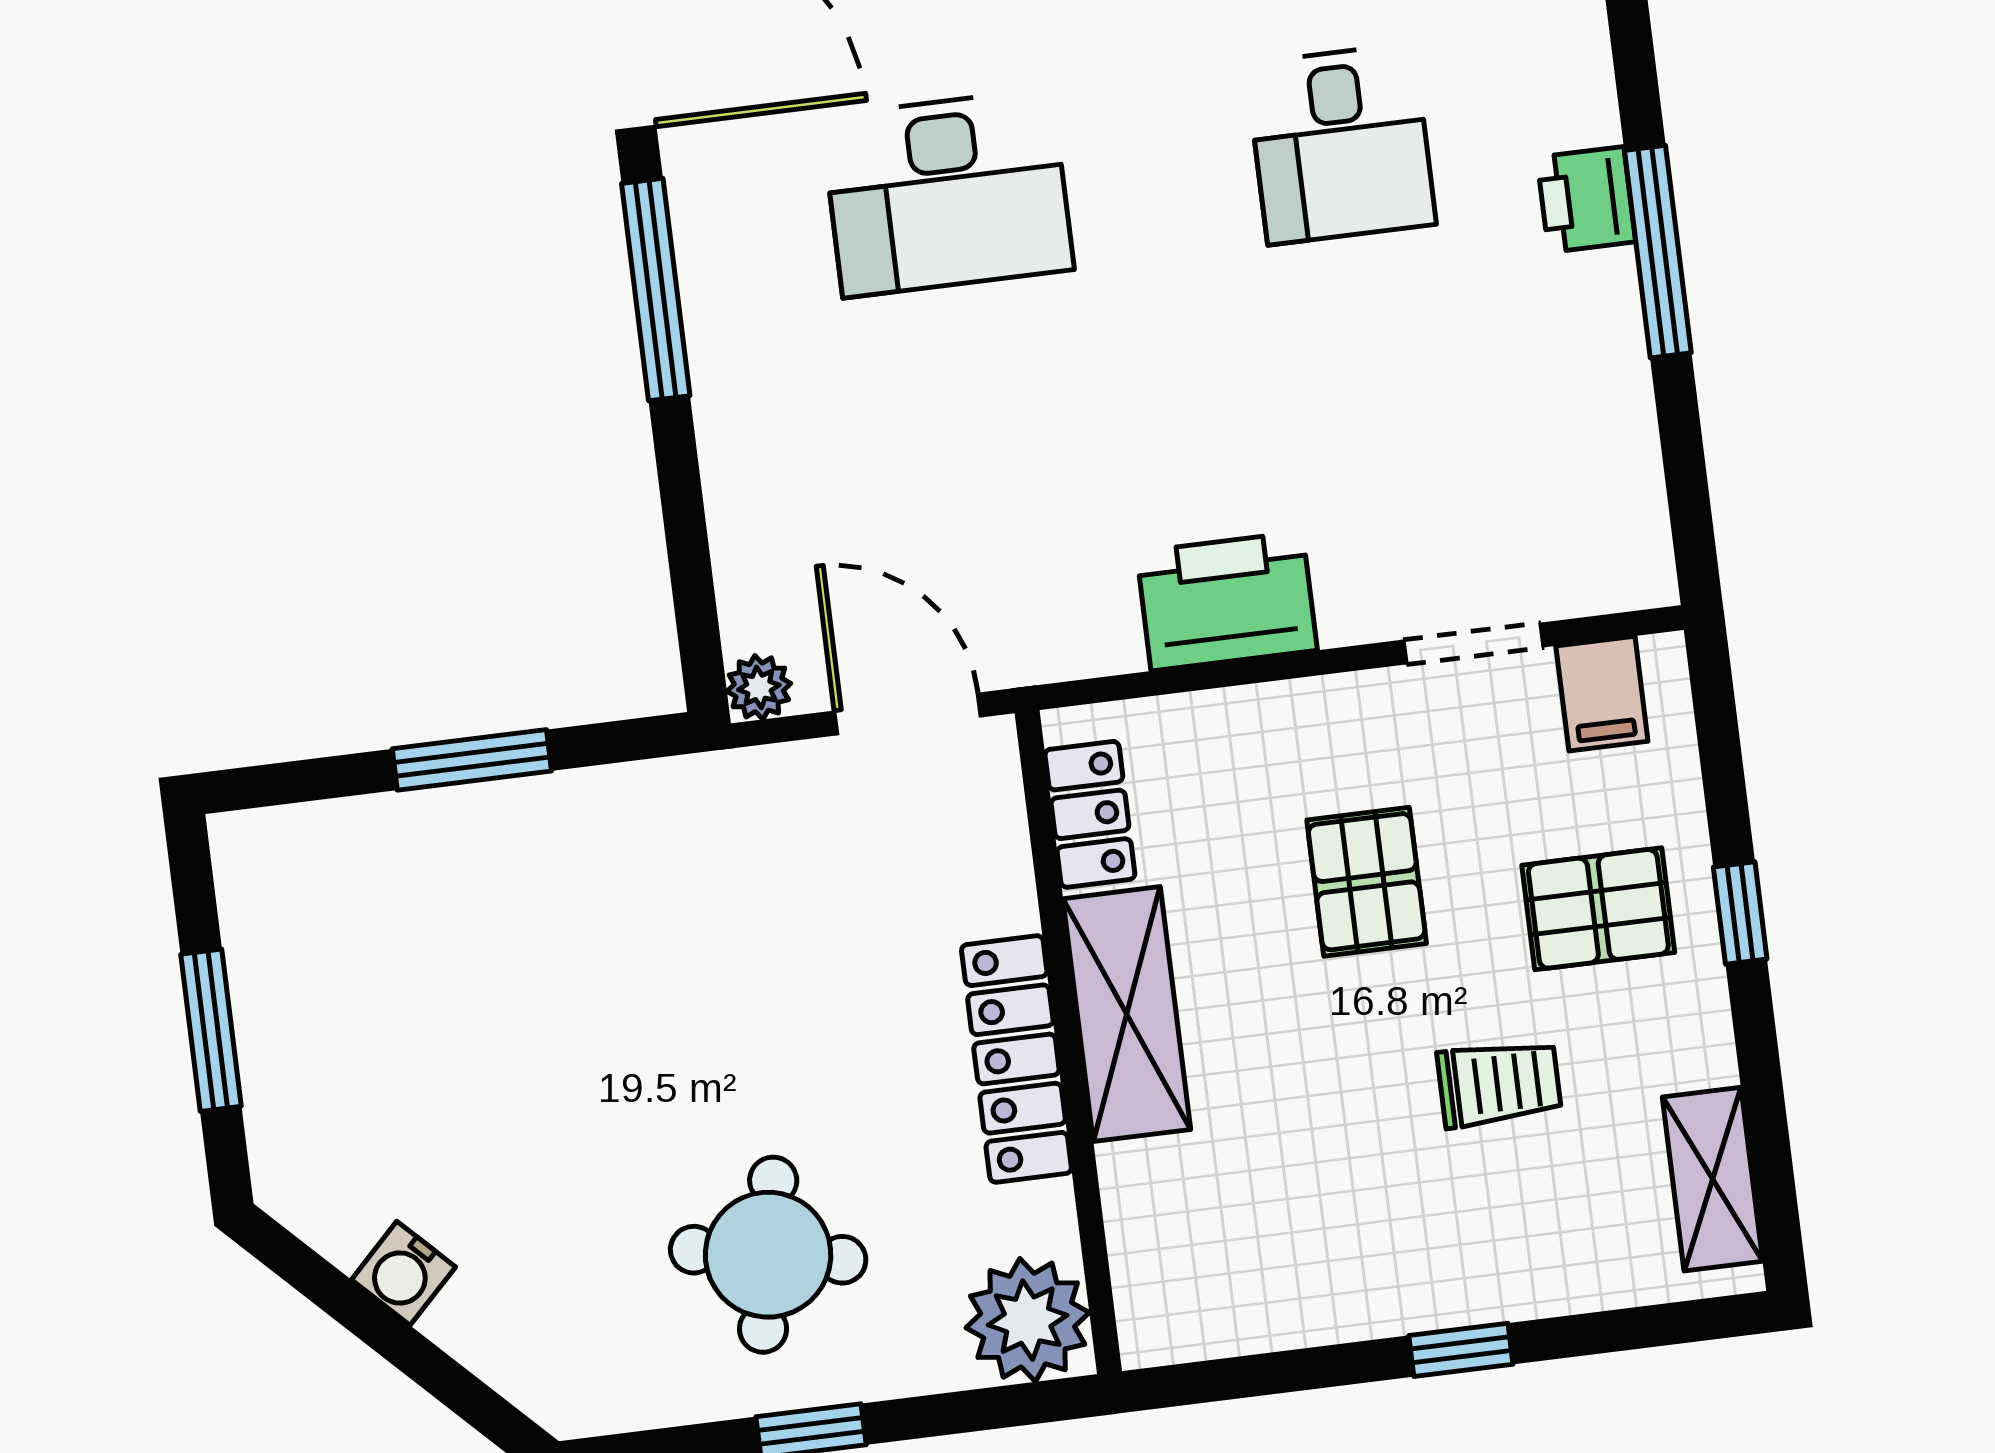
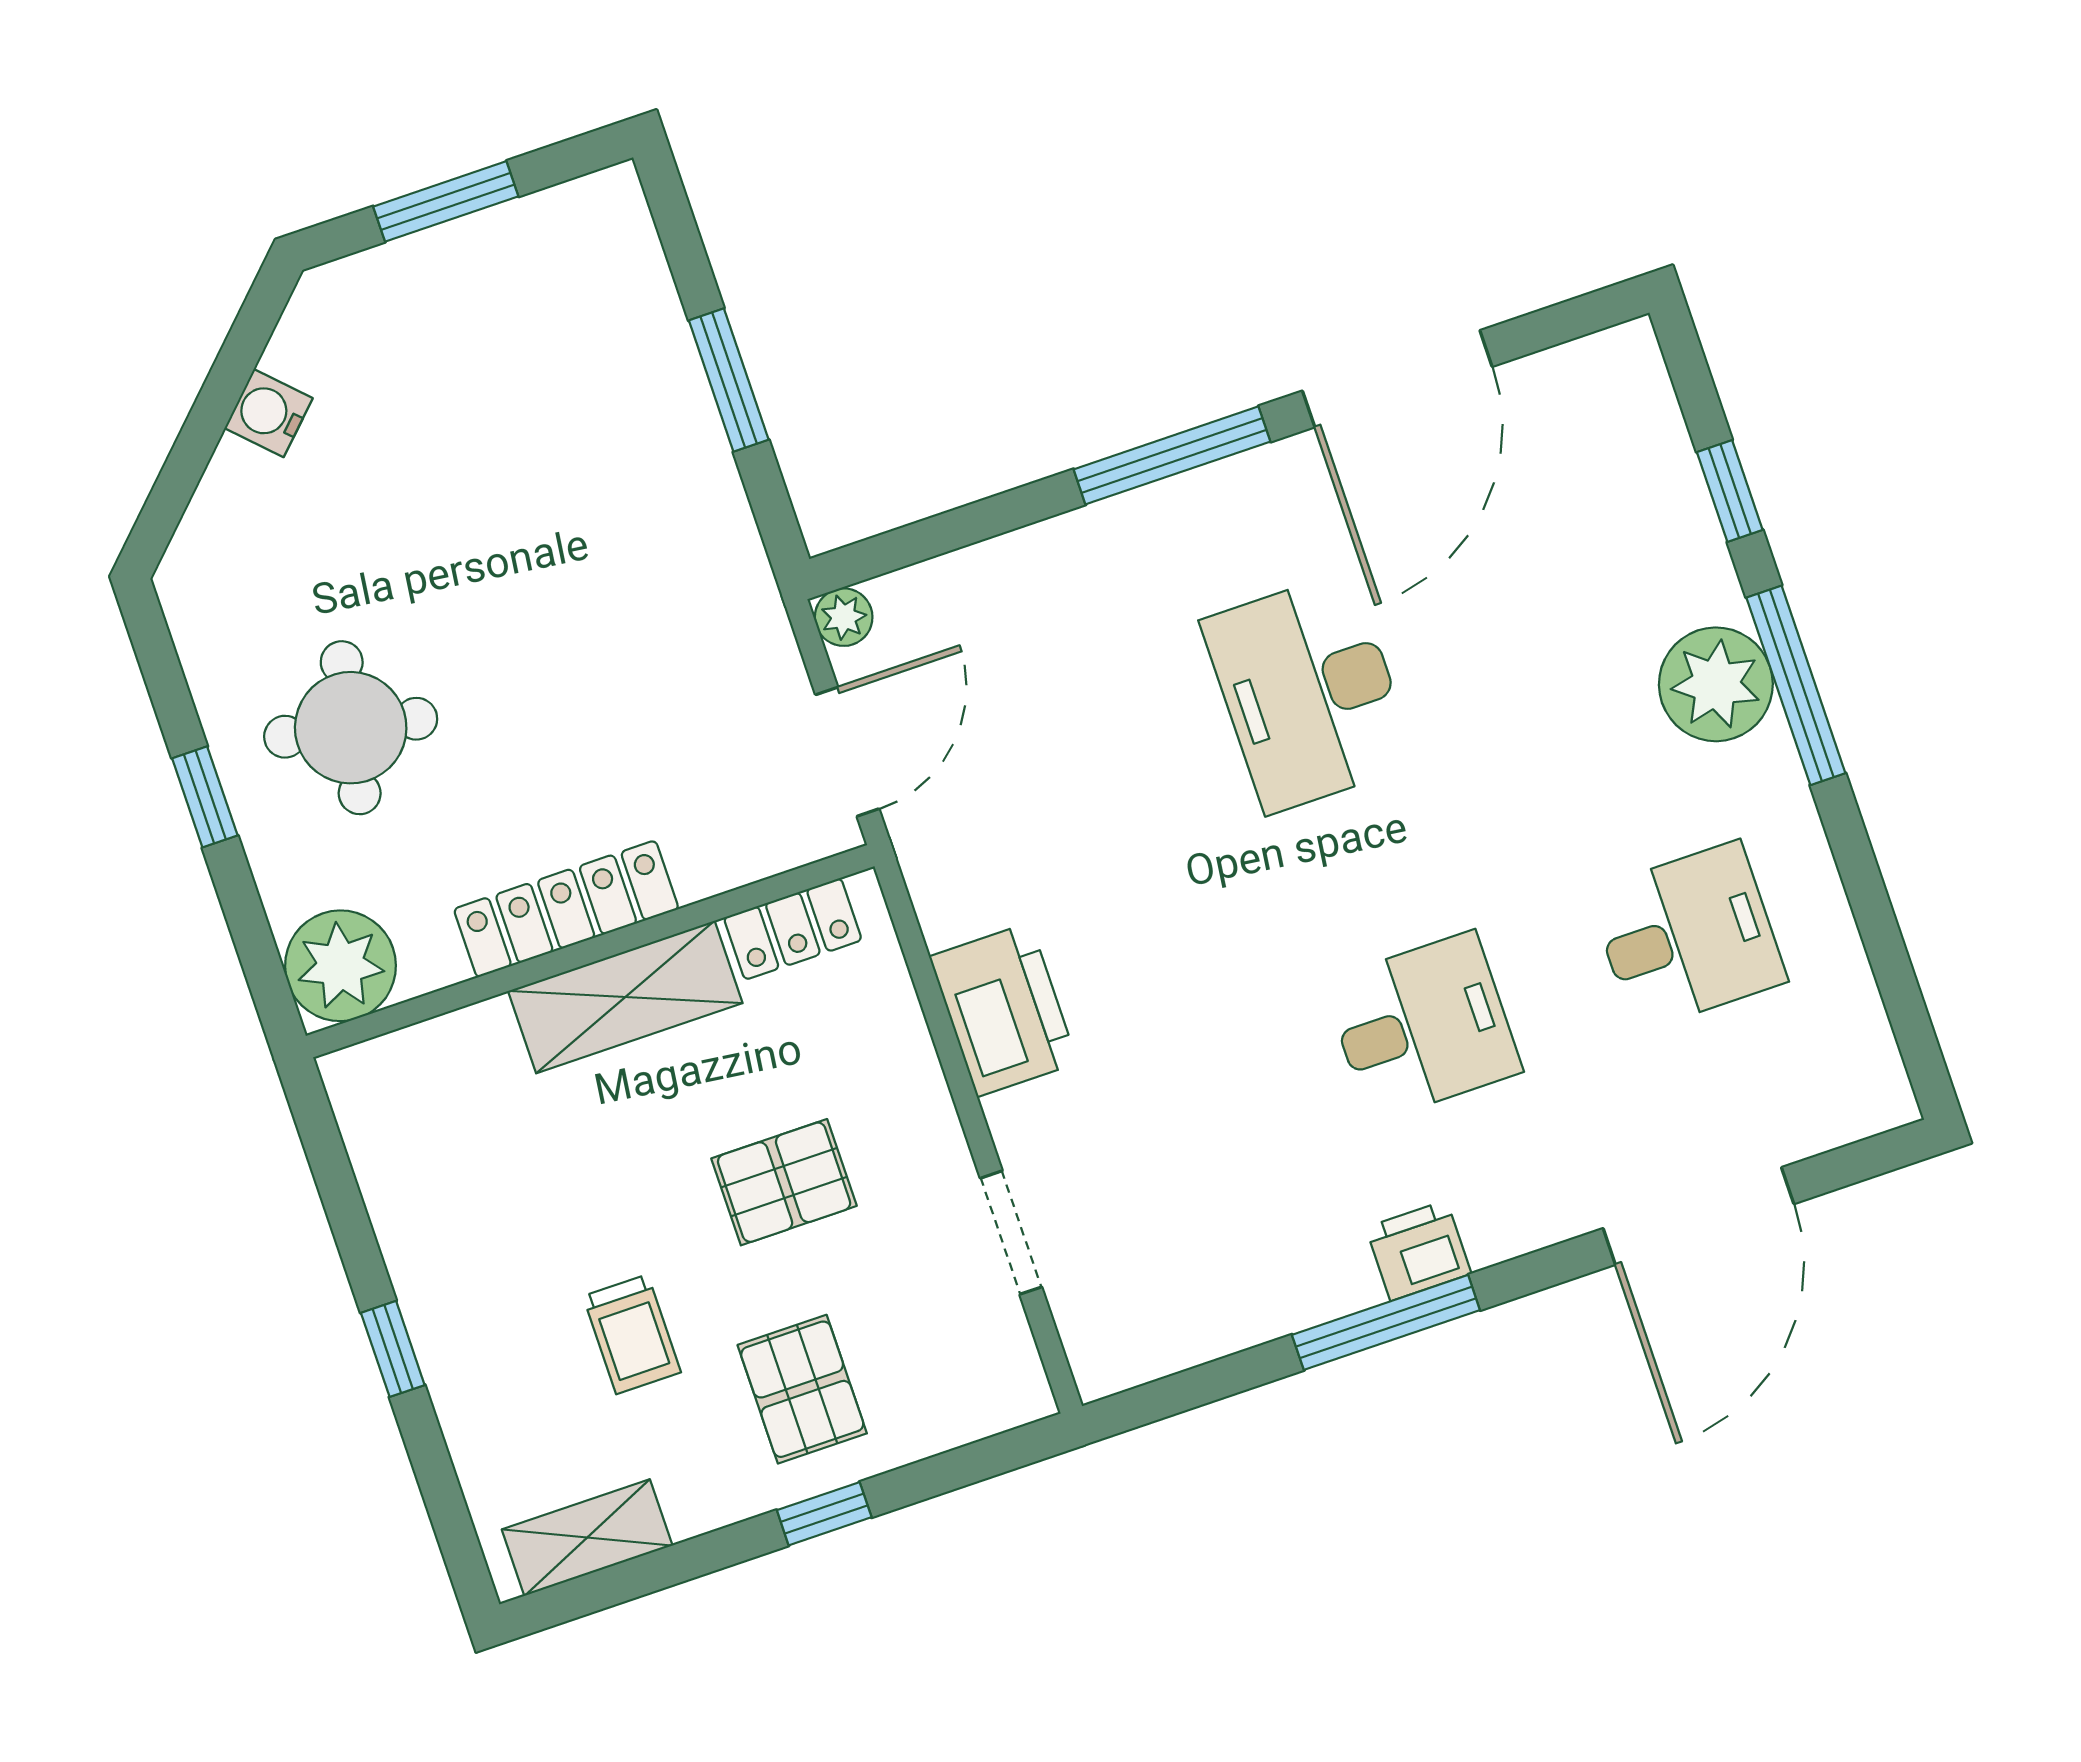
desk: (1341, 144) -> (1423, 1027), turned 180
filing cabinet: (1602, 694) -> (991, 1353), removed

